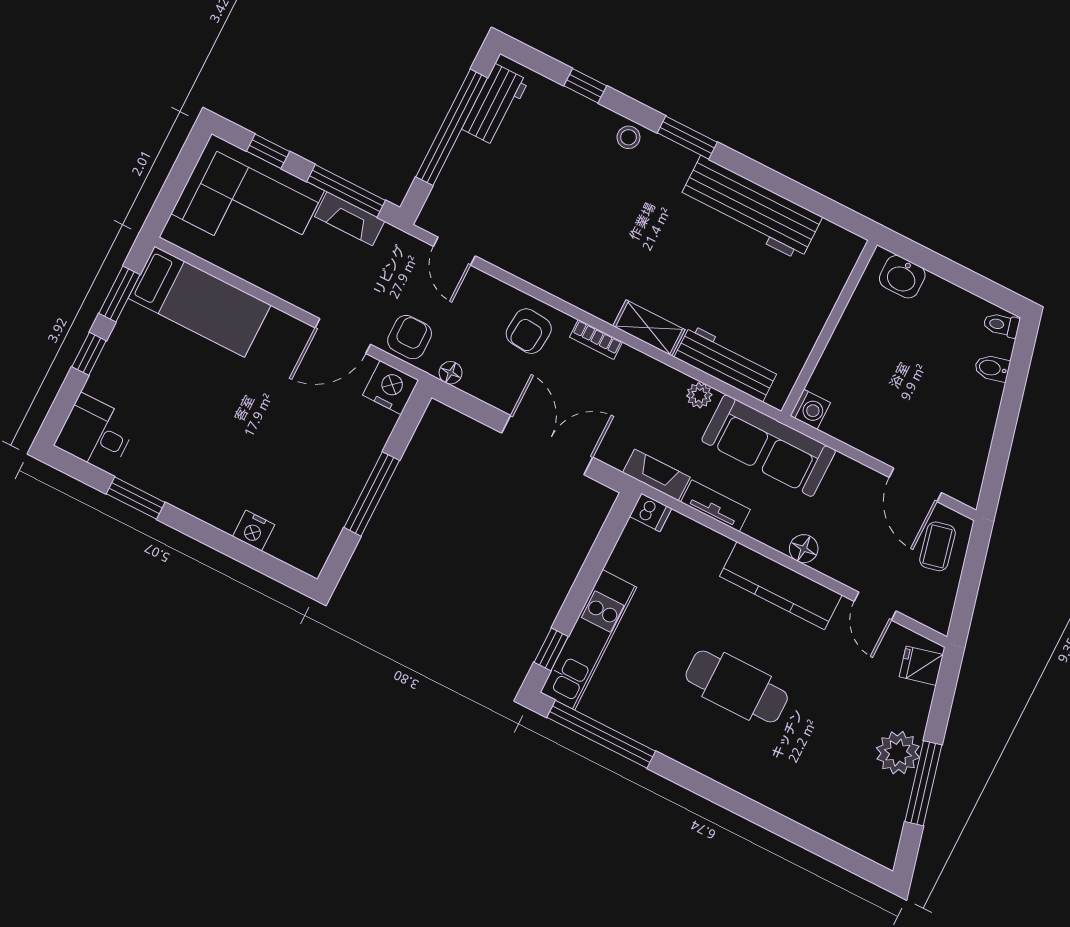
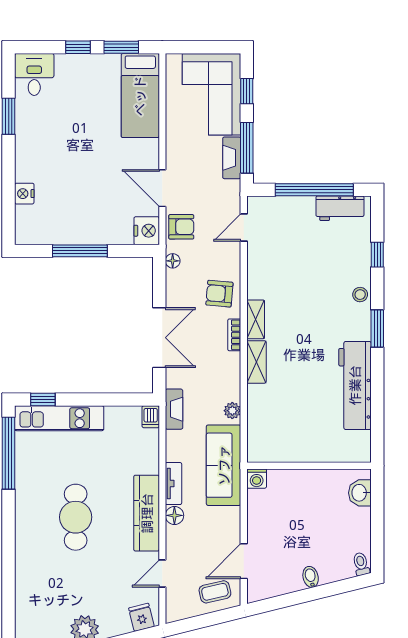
shelving: (590, 299) -> (256, 319), added
workbench: (727, 363) -> (259, 417), removed
bidet: (992, 368) -> (311, 577), moved
tv unit: (715, 506) -> (173, 484), moved

